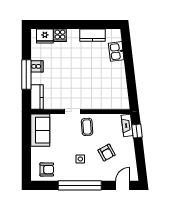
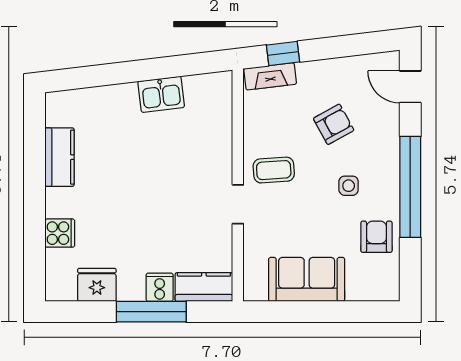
fridge: (45, 36) -> (97, 285), moved, turned -90
kitchen sink: (116, 51) -> (161, 94), moved
cooker: (37, 66) -> (160, 287), moved
sofa: (40, 130) -> (307, 279), moved
armchair: (47, 170) -> (376, 237), moved

